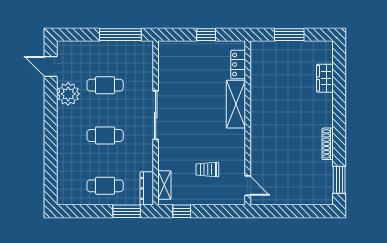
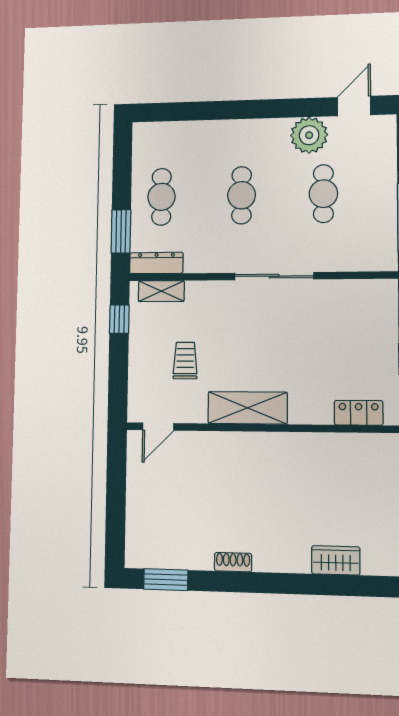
shelving: (236, 104) -> (248, 408), moved
shoe rack: (328, 144) -> (233, 562), width x0.70

